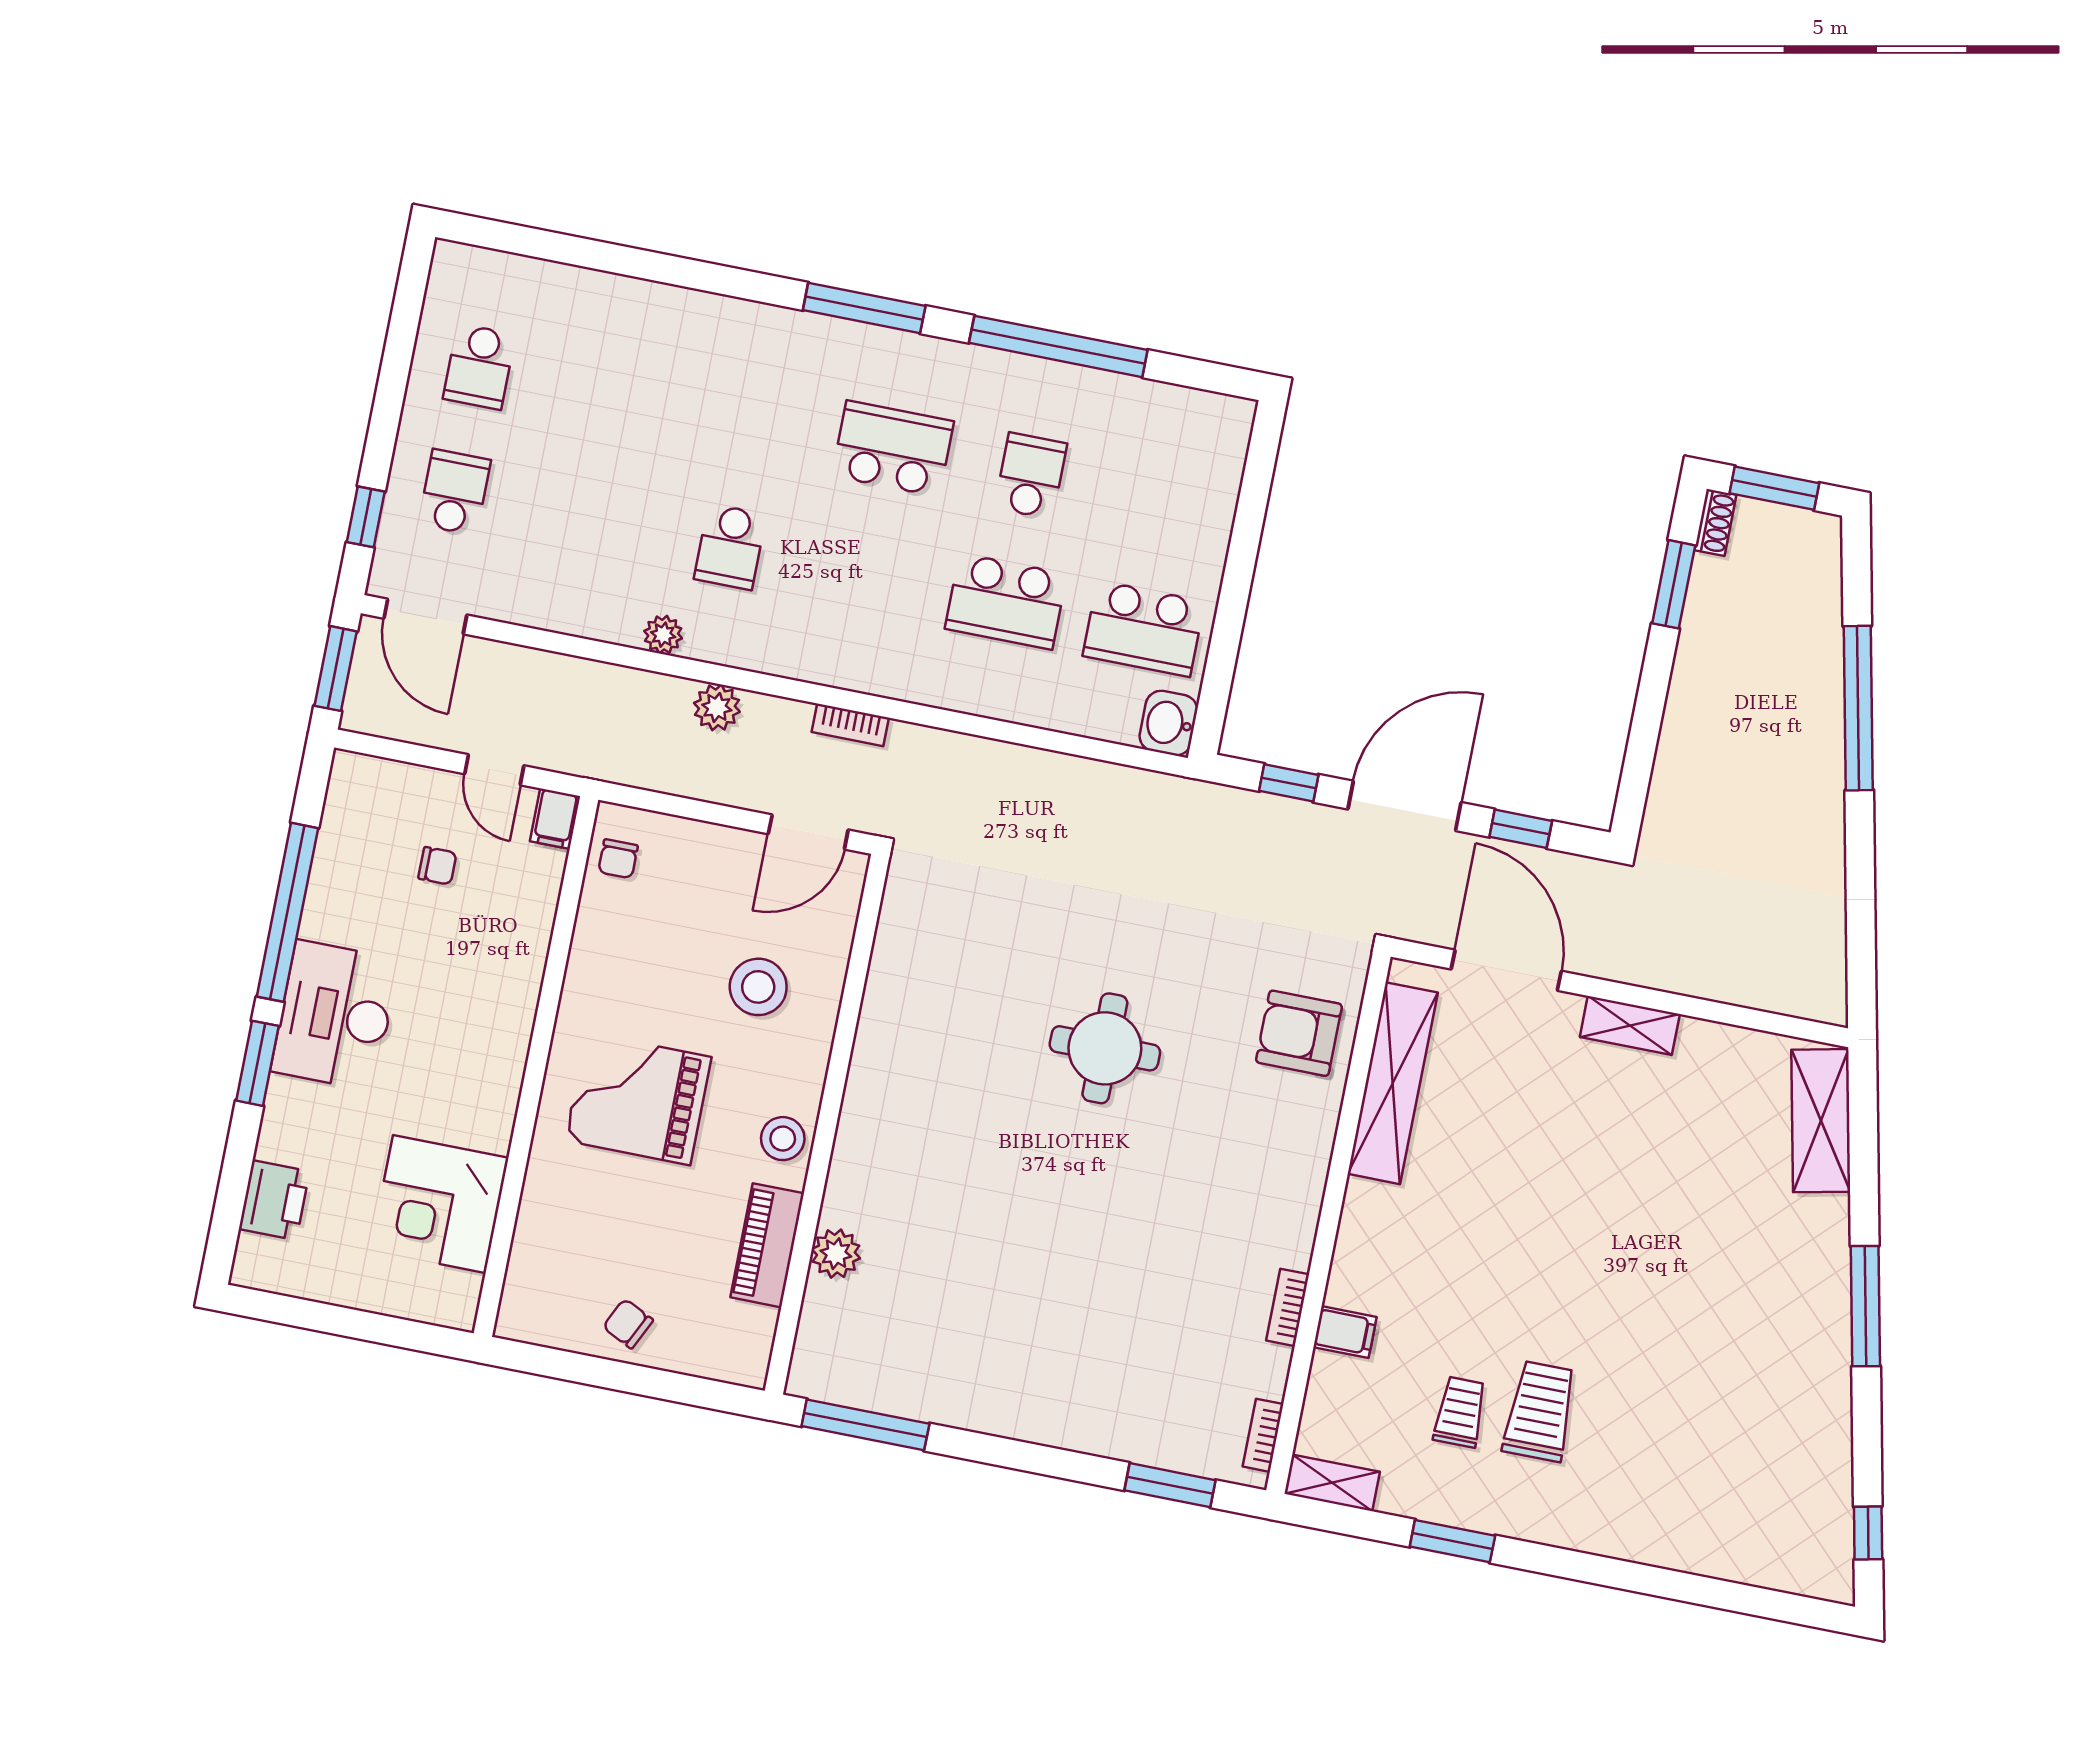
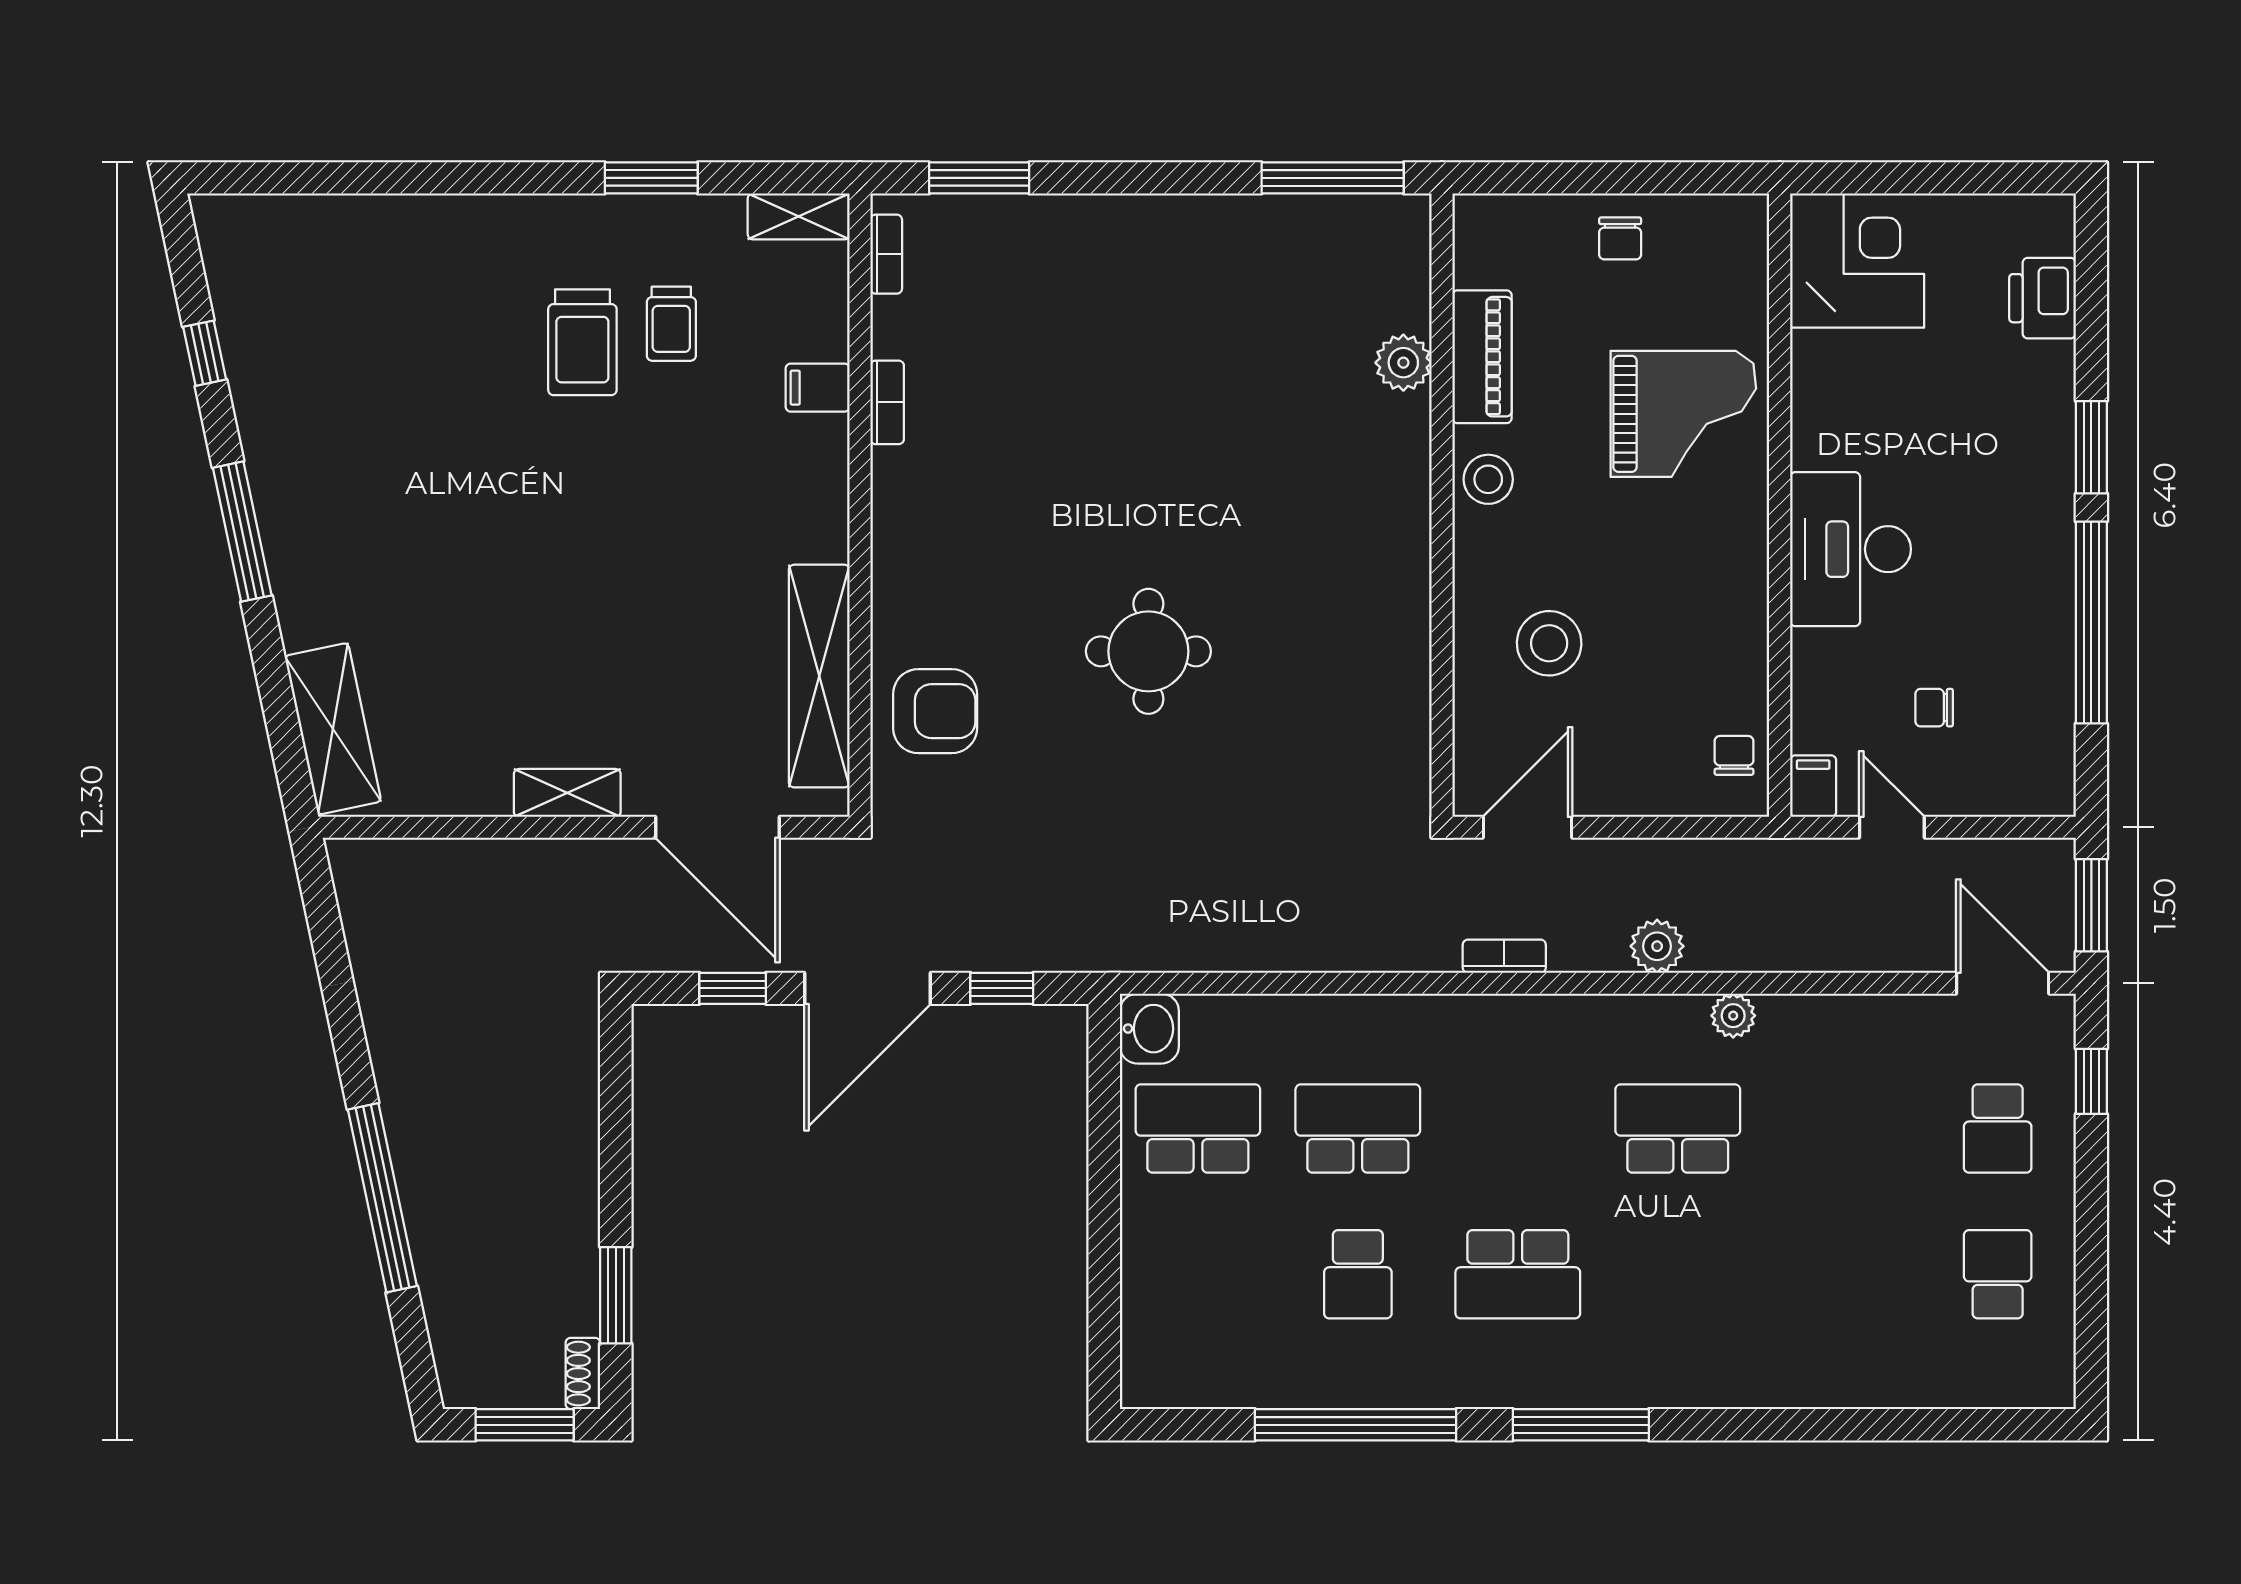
school desk: (730, 547) -> (1678, 1129), width x1.85
desk: (335, 1015) -> (1850, 549), moved, turned 180
grand piano: (638, 1099) -> (1683, 414), moved
corner desk: (439, 1204) -> (1857, 261), moved
chair: (628, 1324) -> (1620, 238), turned 64
window: (1868, 1533) -> (205, 353), moved

